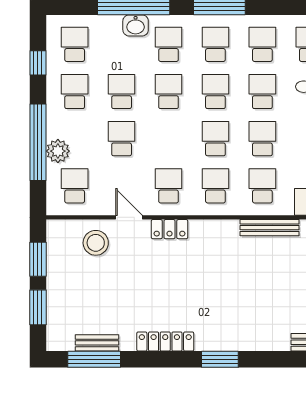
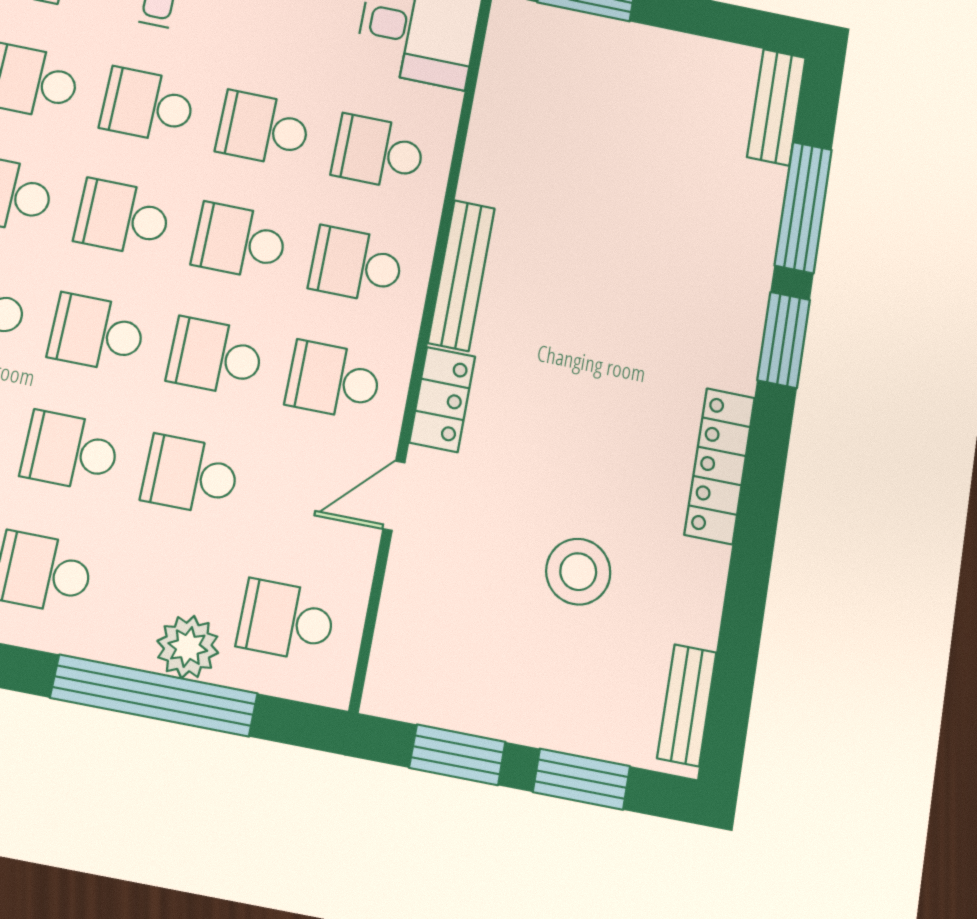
school desk: (168, 139) -> (215, 357), added
bench: (270, 228) -> (461, 275), moved
stool: (96, 243) -> (578, 572), moved
bench: (97, 343) -> (687, 705), moved
window: (94, 359) -> (803, 207), moved

